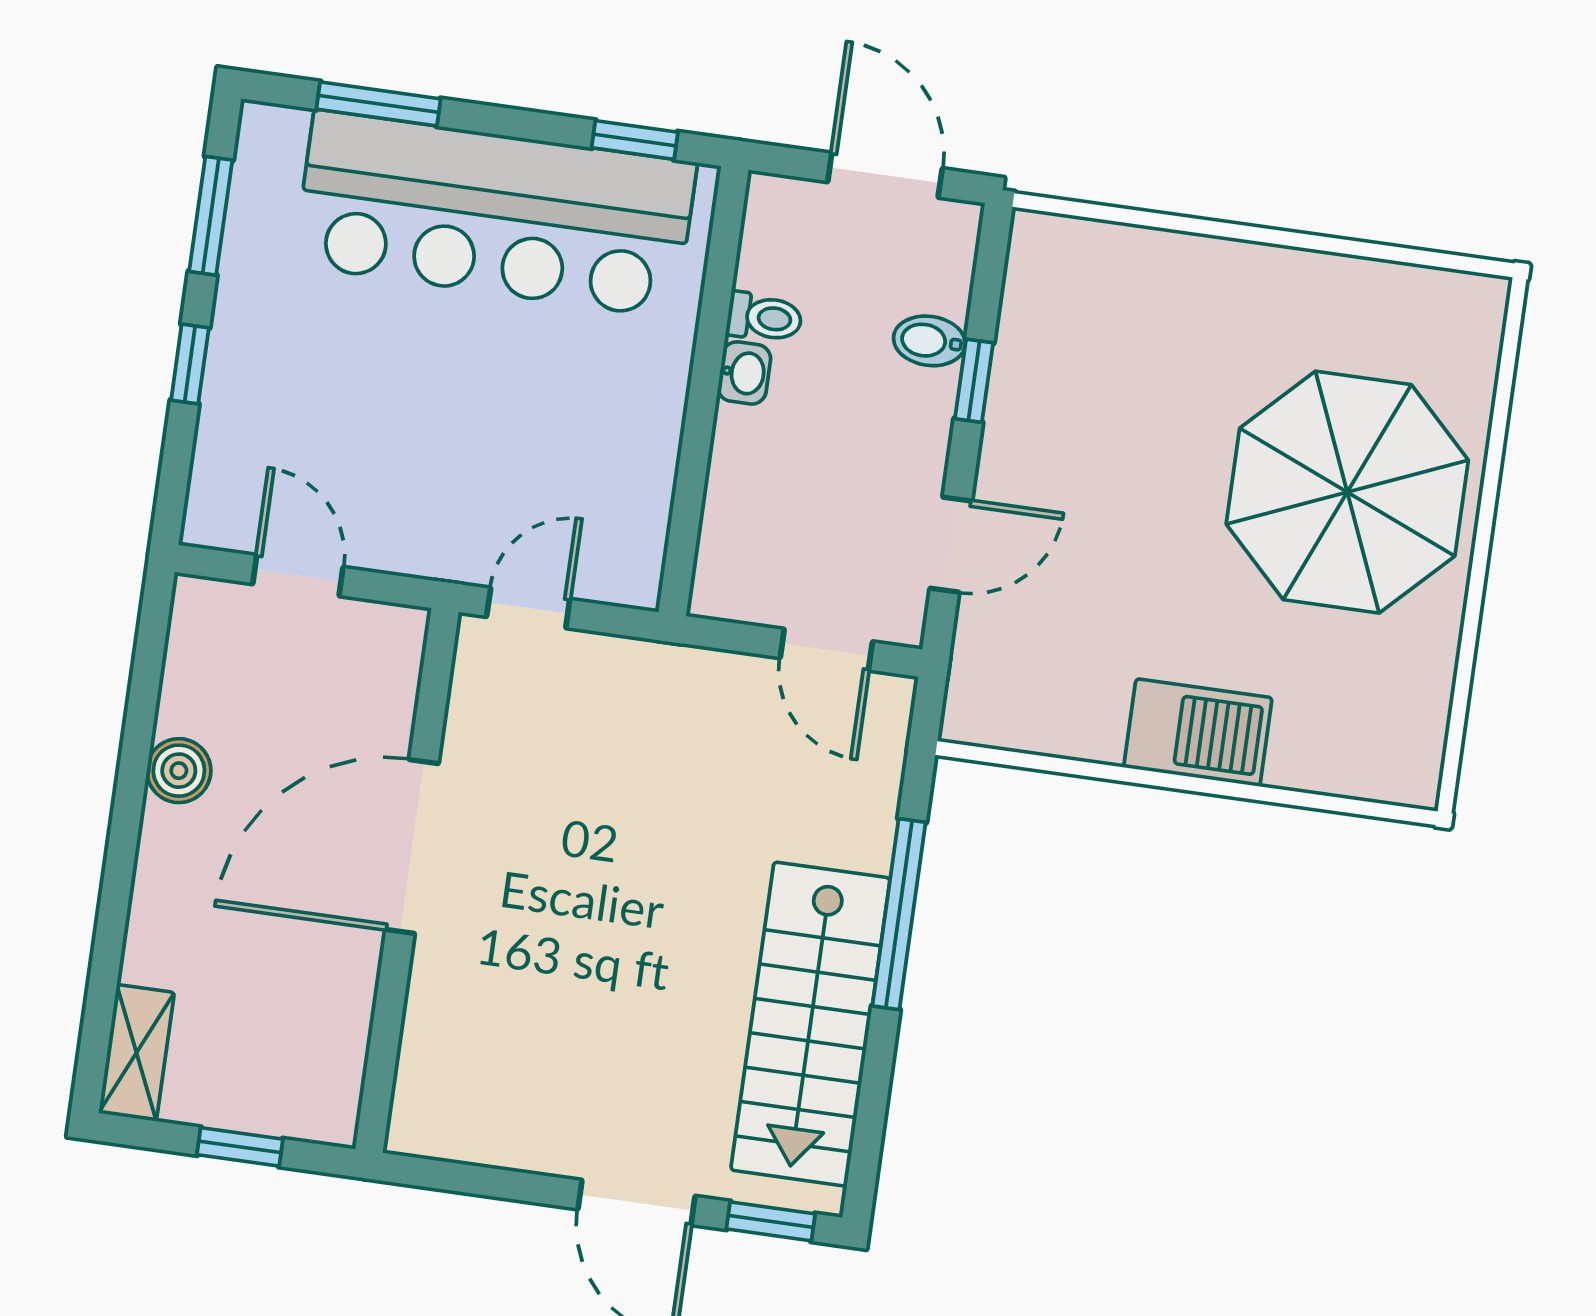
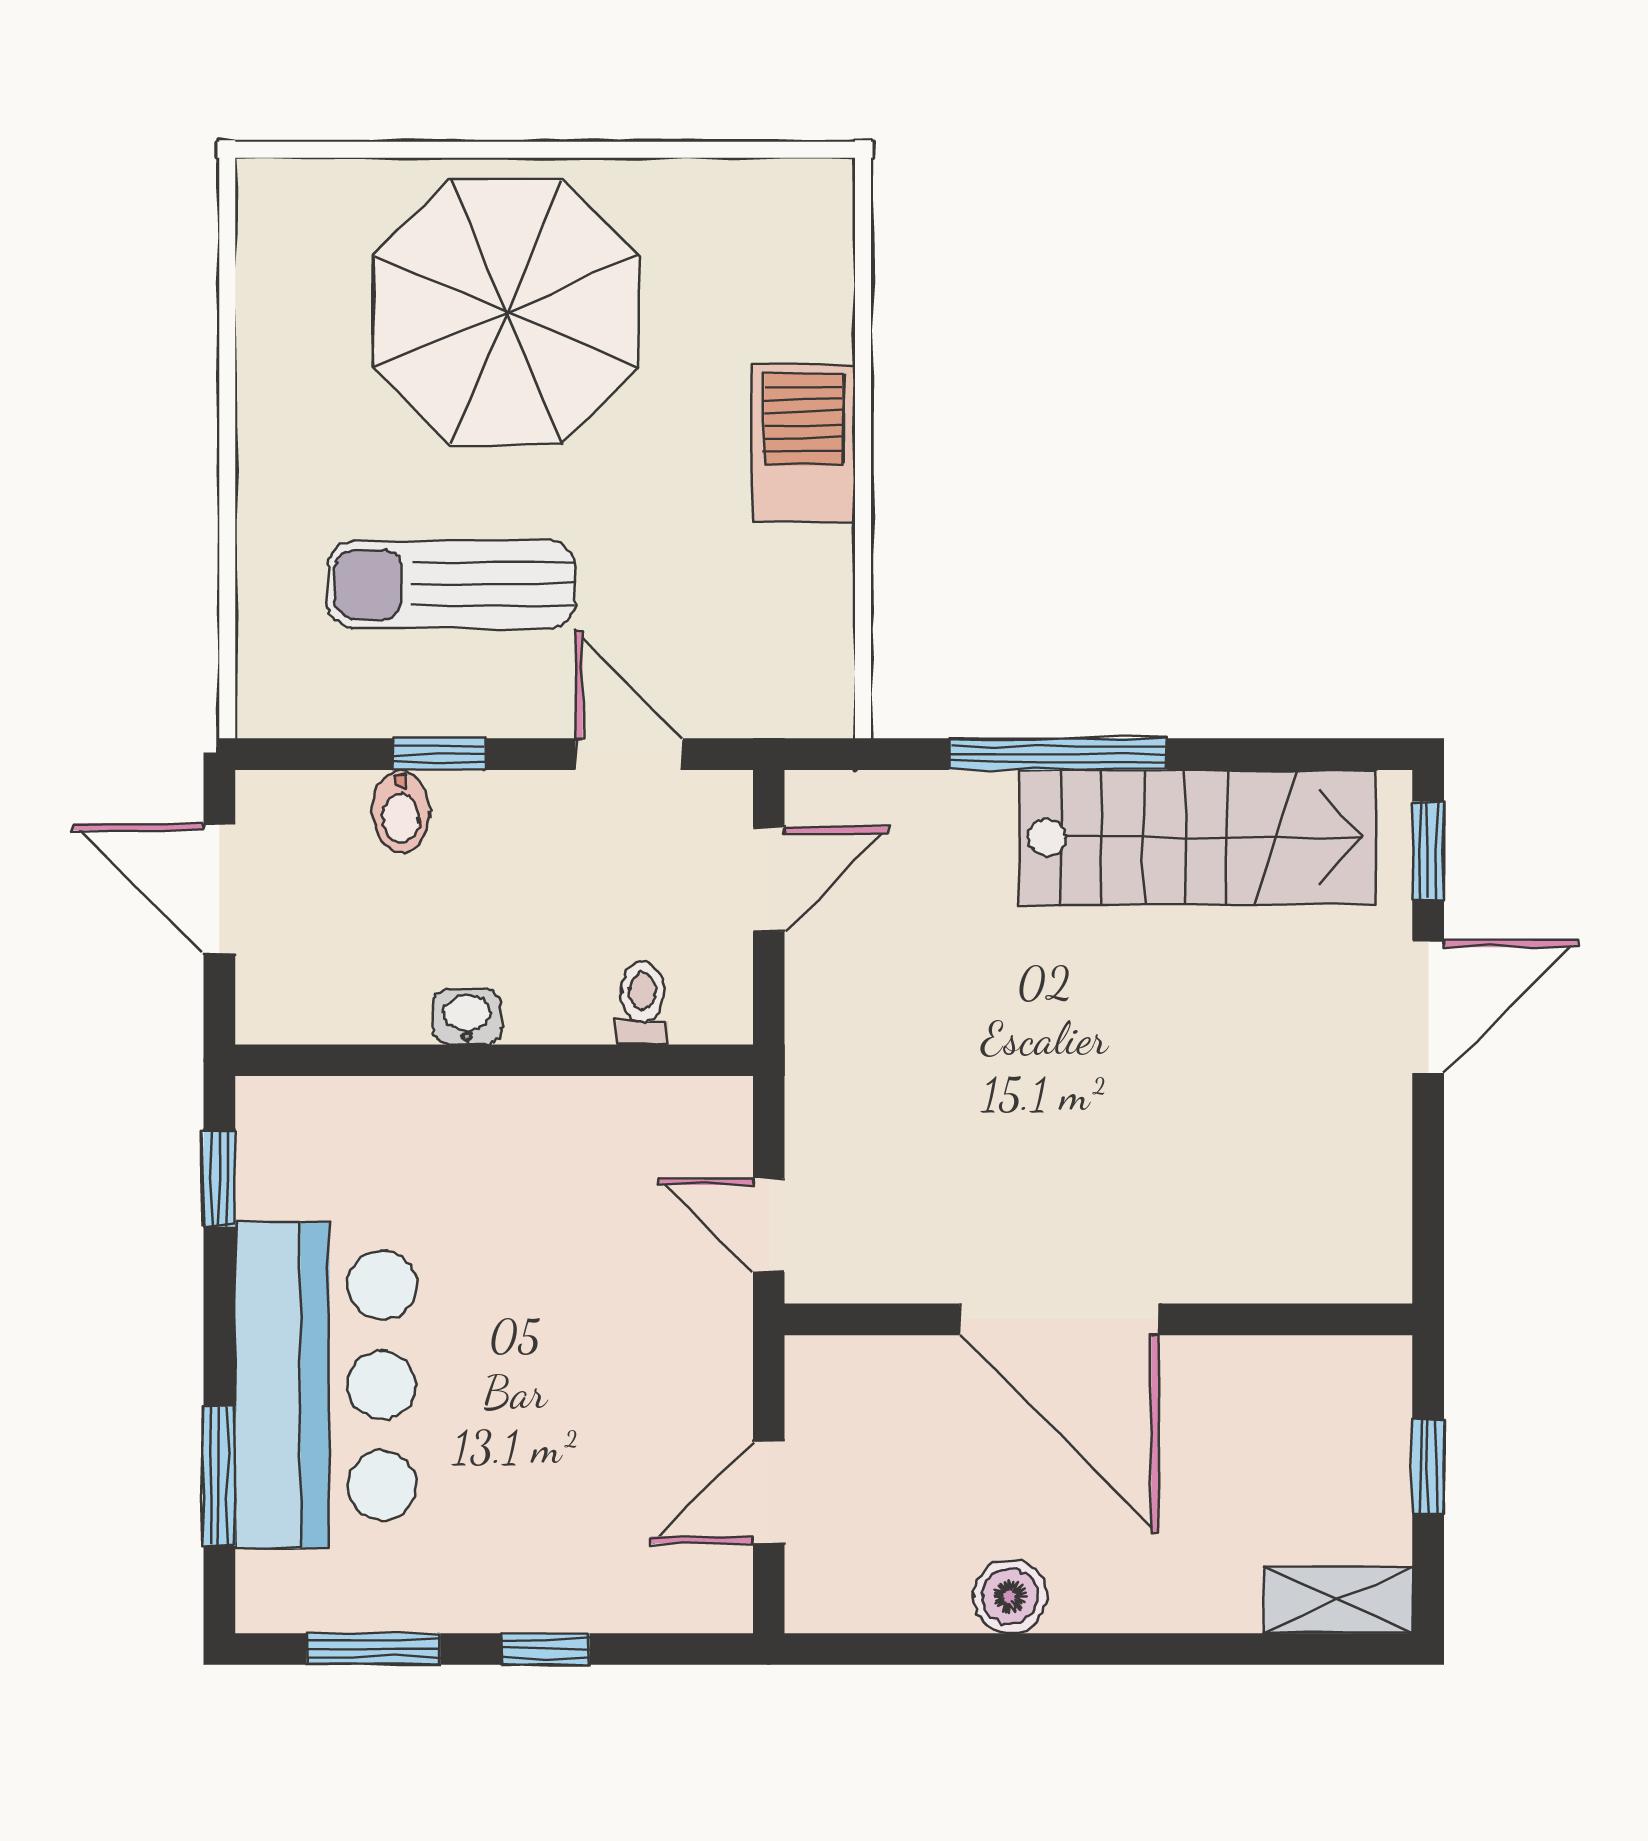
door: (885, 175) -> (219, 888), hinge flipped
bar counter: (495, 214) -> (326, 1385), width x0.73
toilet: (764, 317) -> (642, 1003), moved
sun lounger: (1119, 412) -> (451, 584), added

